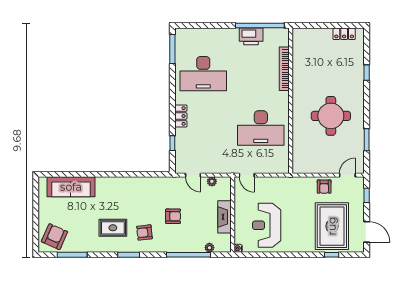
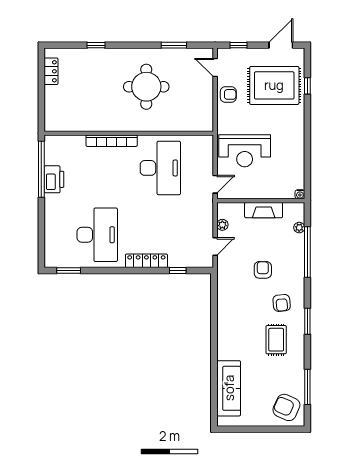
window: (172, 49) -> (69, 271), width x0.69
bookcase: (284, 69) -> (112, 141), moved
locker: (181, 116) -> (146, 261), width x1.53
reception desk: (267, 225) -> (245, 151), moved

